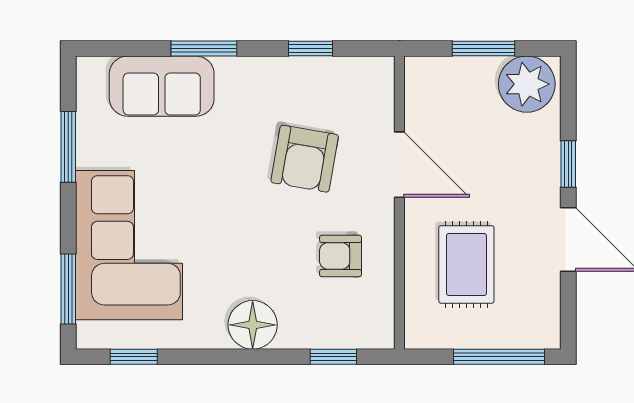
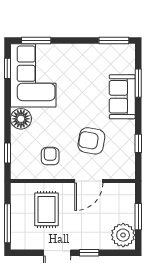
window: (204, 49) -> (138, 83), moved
sofa: (162, 86) -> (122, 97), moved
window: (68, 147) -> (114, 41), moved
corner sofa: (129, 245) -> (33, 75), moved, turned -90
rug: (466, 264) -> (47, 209), turned 90

